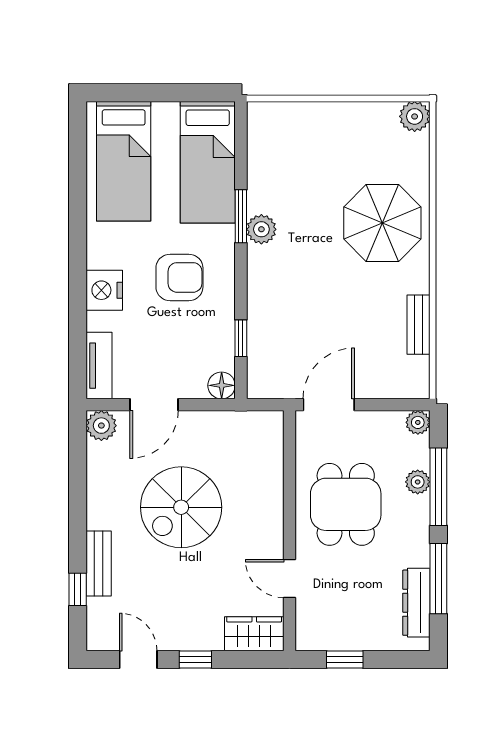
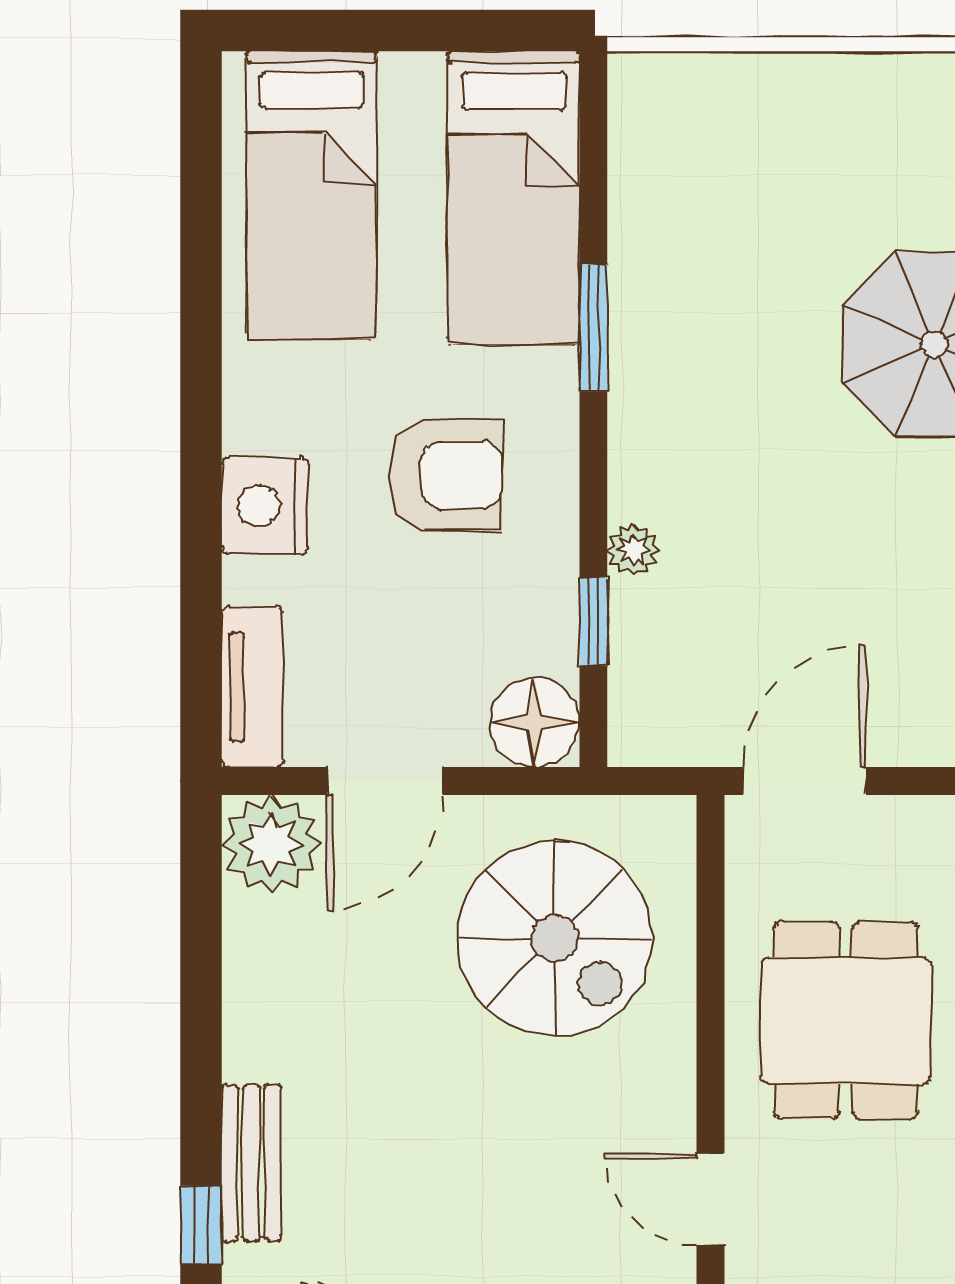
plant: (261, 229) -> (633, 550), moved, width x0.73, depth x0.73
floor lamp: (222, 385) -> (535, 722), width x1.38, depth x1.38
plant: (101, 426) -> (271, 844), width x1.36, depth x1.36
spiral stairs: (181, 507) -> (555, 938), moved, turned -90

